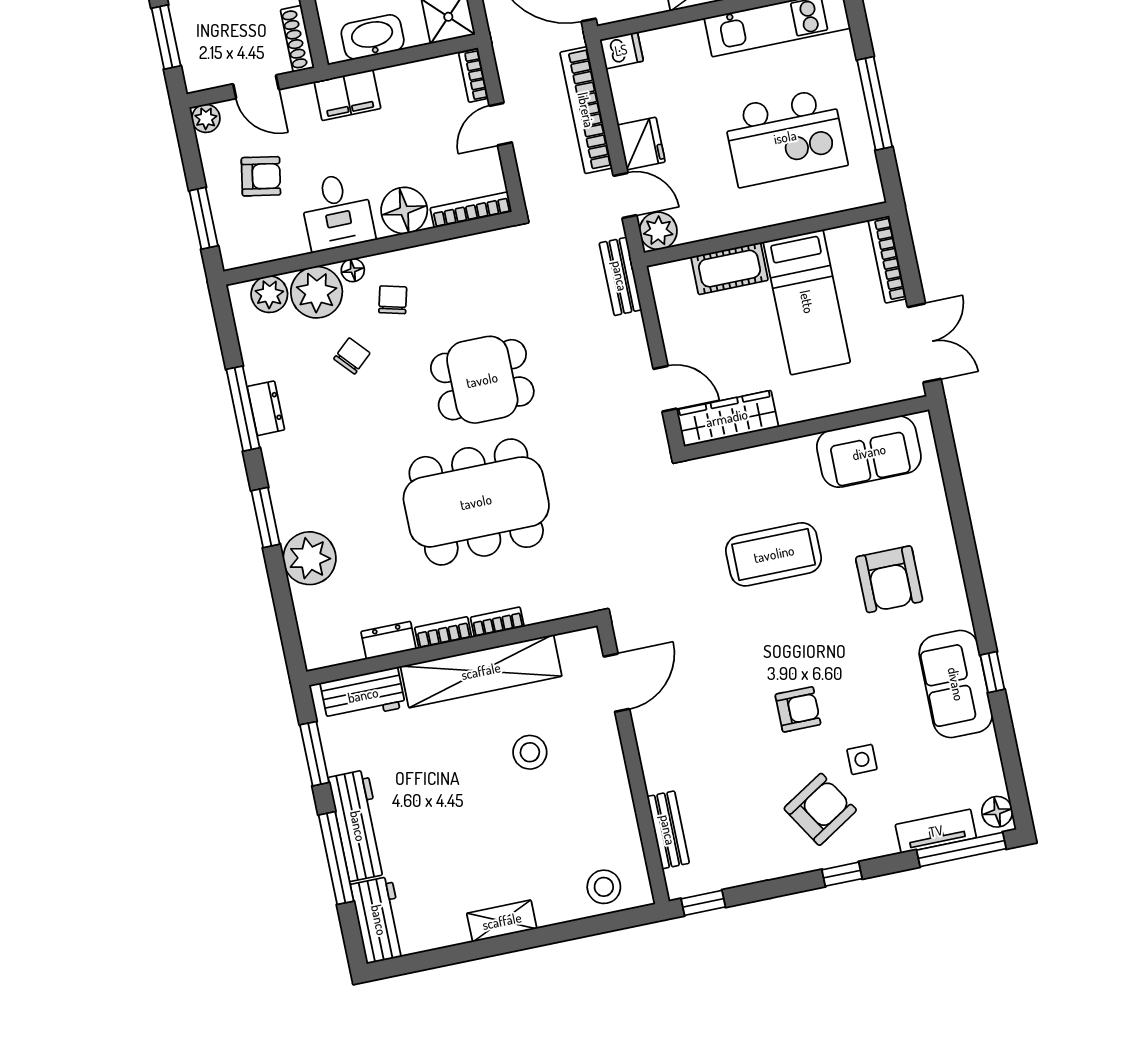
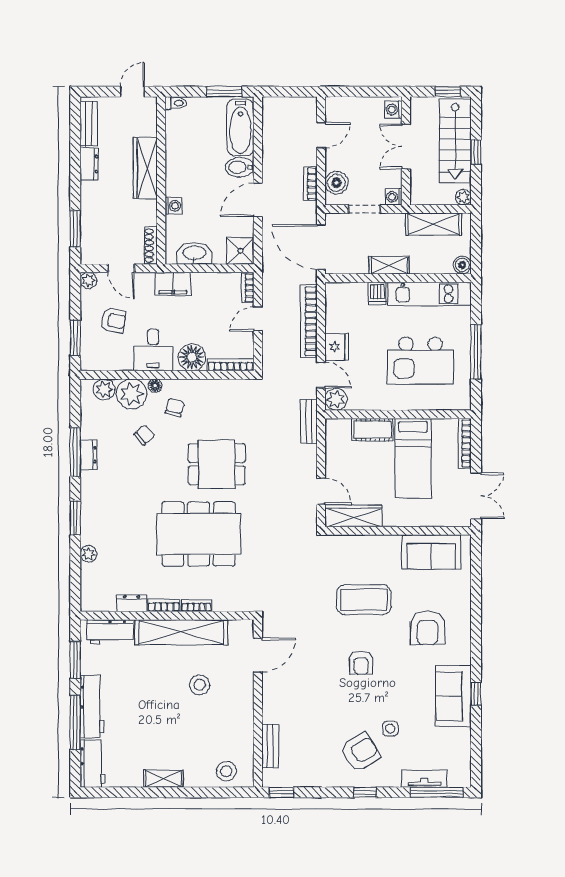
dishwasher: (621, 50) -> (377, 293), moved, turned 90
plant: (310, 558) -> (88, 554), width x0.53, depth x0.53
armchair: (798, 709) -> (361, 663), moved, turned 90
floor lamp: (997, 812) -> (462, 775), removed

